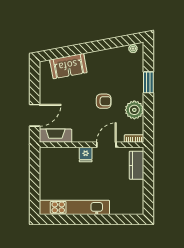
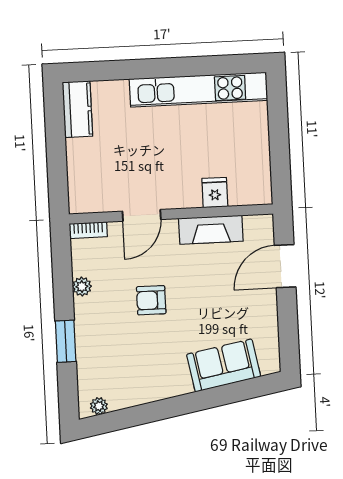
plant: (134, 110) -> (82, 287), width x0.53, depth x0.53
fireplace: (55, 136) -> (211, 230), moved
fridge: (86, 155) -> (215, 192), moved
kitchen counter: (137, 165) -> (77, 109), moved

